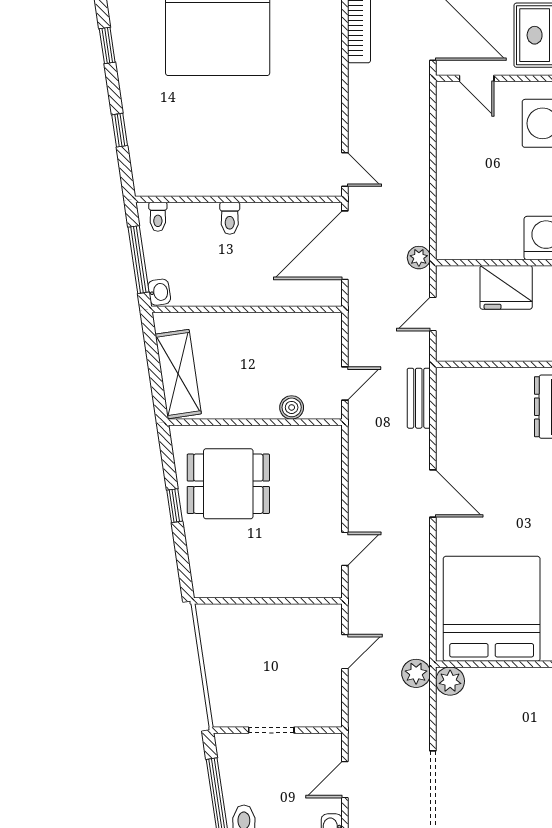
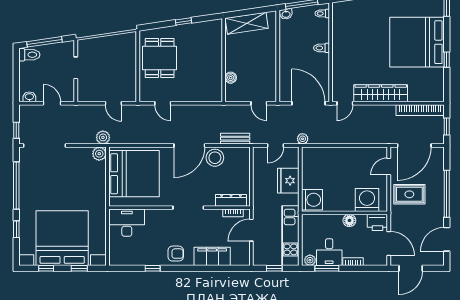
wardrobe: (324, 95) -> (381, 93), added
door: (433, 314) -> (276, 146), swing flipped
door: (345, 383) -> (259, 103), moved
stool: (458, 440) -> (215, 158), added
dining table: (228, 484) -> (160, 58), moved
door: (433, 493) -> (189, 146), width x1.36

